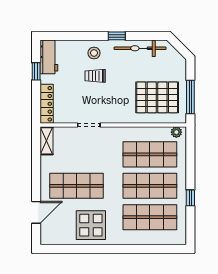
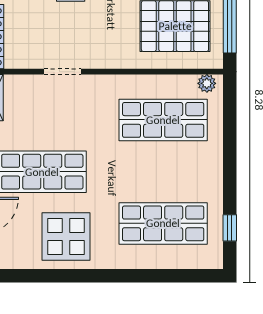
shop shelf: (150, 186) -> (163, 172), removed
window: (190, 198) -> (230, 228), moved

